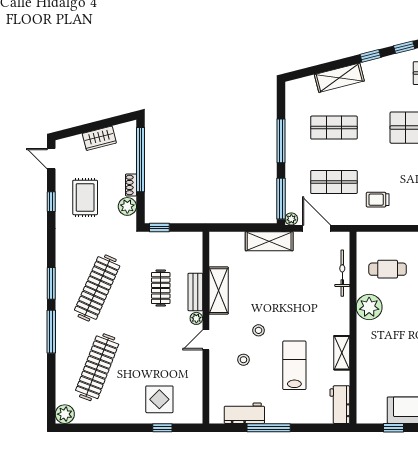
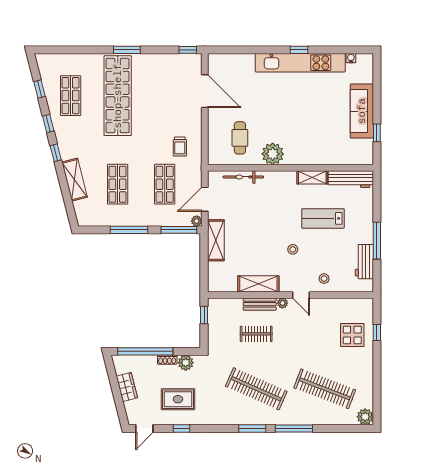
window: (159, 228) -> (204, 315), moved
stool: (243, 360) -> (324, 279), moved
workbench: (340, 405) -> (351, 179), width x1.38

